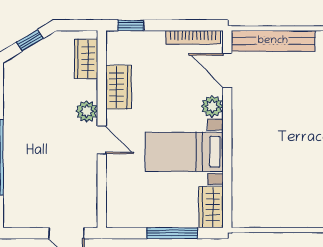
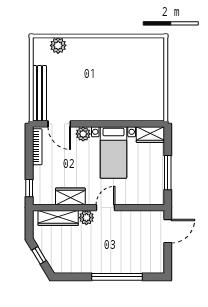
wardrobe: (86, 59) -> (58, 218), width x1.50
door: (227, 71) -> (59, 124), hinge flipped
window: (172, 233) -> (168, 173), moved

